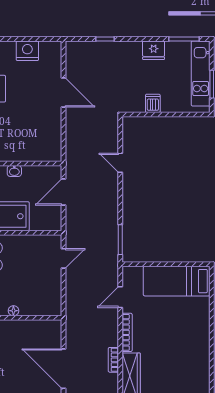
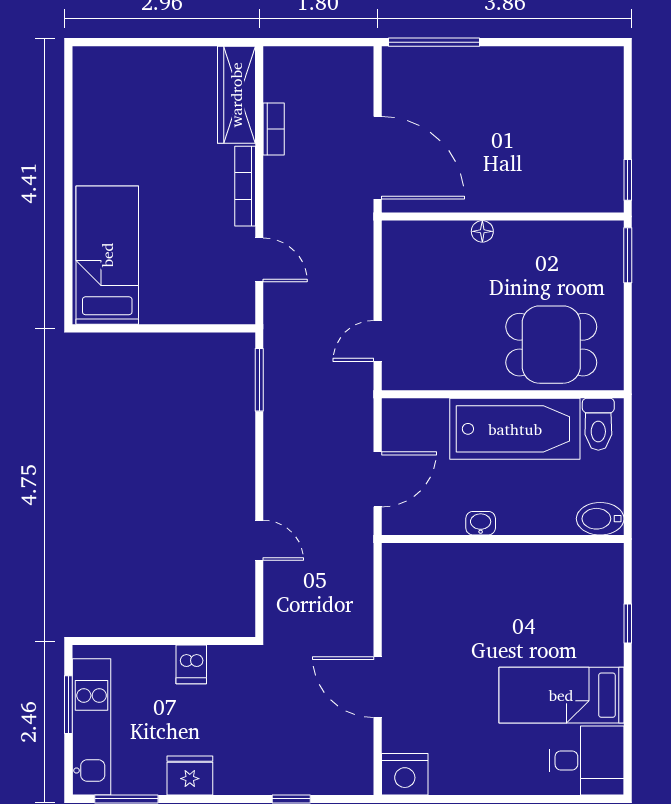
nightstand: (27, 51) -> (405, 774), moved
bed: (177, 281) -> (107, 255), moved, turned -90
door: (120, 297) -> (259, 260), hinge flipped
door: (64, 369) -> (378, 158), moved

